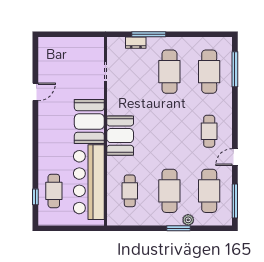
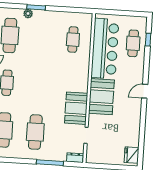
dresser: (136, 43) -> (75, 158), moved
fridge: (47, 51) -> (132, 155), added
door: (35, 92) -> (145, 91), moved
booth: (120, 136) -> (76, 108), moved
cafe table: (169, 191) -> (41, 37), removed

